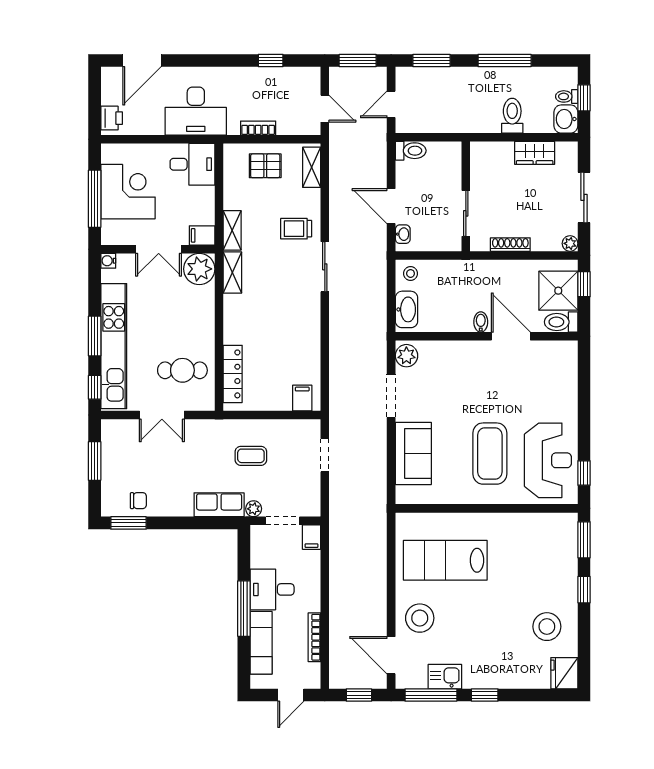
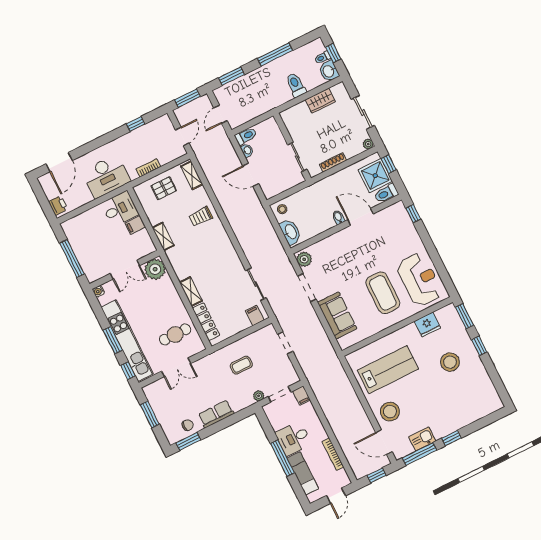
door: (325, 109) -> (182, 136), hinge flipped
corner desk: (128, 192) -> (90, 244), removed
washbasin: (403, 234) -> (247, 150), moved
filing cabinet: (202, 235) -> (135, 225), moved
sliding door: (325, 267) -> (256, 284), moved
shelving: (232, 273) -> (191, 292), moved
window: (584, 473) -> (413, 214), moved
row of seats: (219, 505) -> (216, 414), moved
lab bench: (445, 560) -> (388, 370), turned 180
stool: (547, 627) -> (450, 362), moved
fridge: (564, 673) -> (427, 324), moved, turned -90

